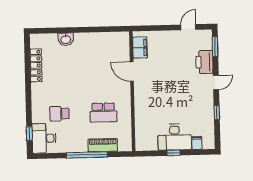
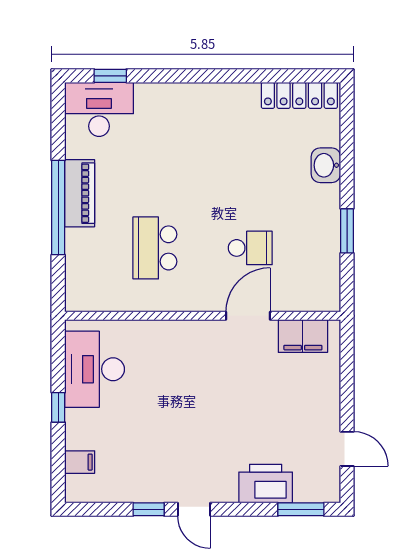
window: (94, 30) -> (347, 231), added
locker: (36, 65) -> (299, 95), moved
door: (216, 82) -> (194, 509), moved
school desk: (59, 114) -> (250, 248), moved, turned 90
desk: (175, 137) -> (94, 369), moved
piano: (103, 145) -> (80, 193), moved

